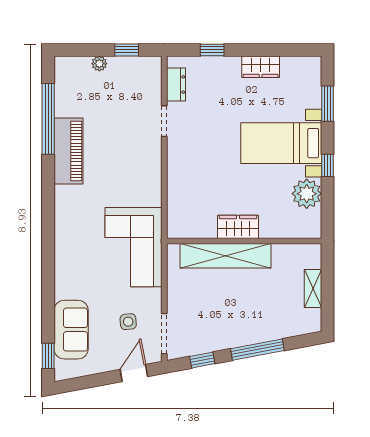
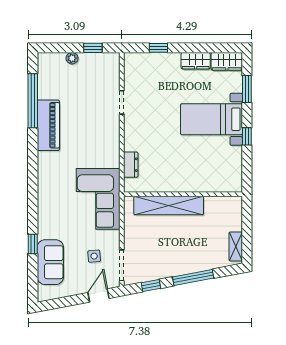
dresser: (176, 85) -> (131, 165), moved
plant: (307, 194) -> (231, 158), removed
wardrobe: (238, 227) -> (227, 61), moved, turned 180
shelving: (313, 289) -> (236, 246), moved
window: (48, 356) -> (33, 244), moved

